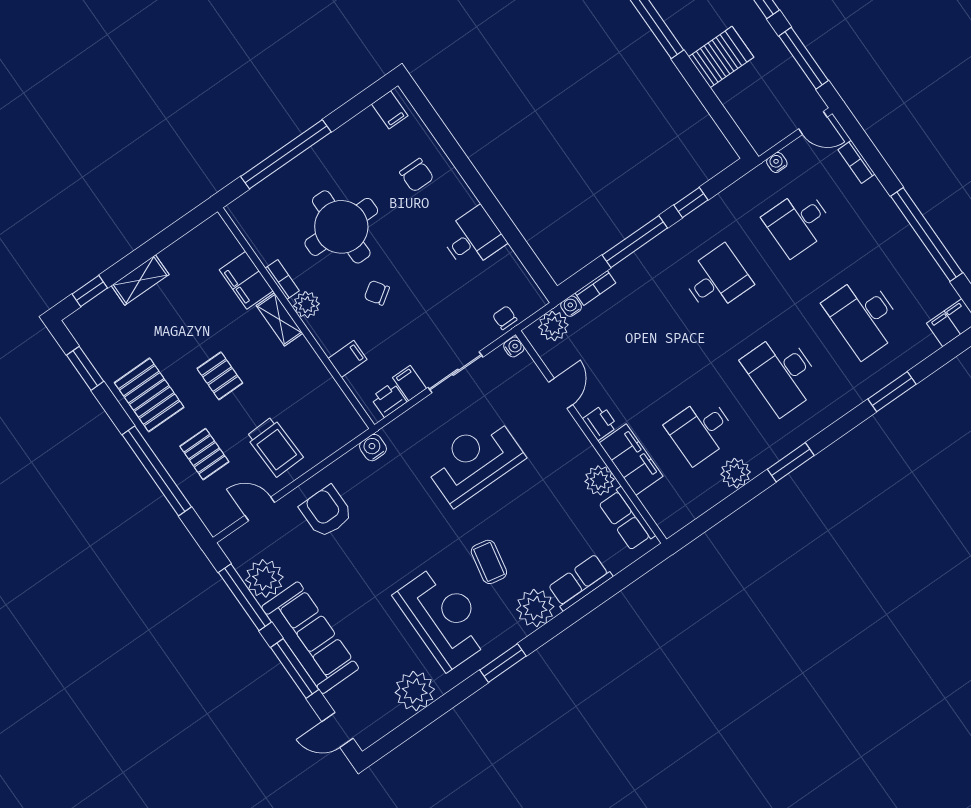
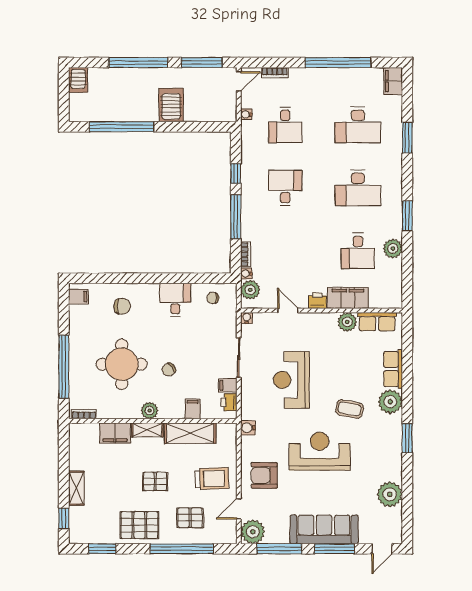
bookcase: (282, 280) -> (84, 414), moved
chair: (505, 318) -> (213, 298), moved
shelving: (314, 378) -> (190, 433), added
plant: (264, 578) -> (253, 532), moved
reception desk: (444, 617) -> (320, 451), moved

